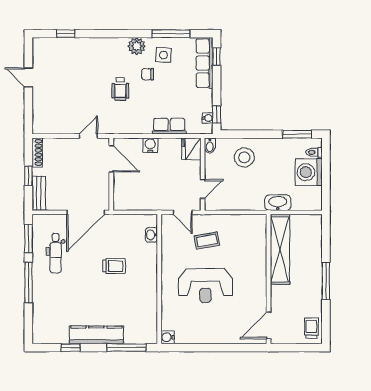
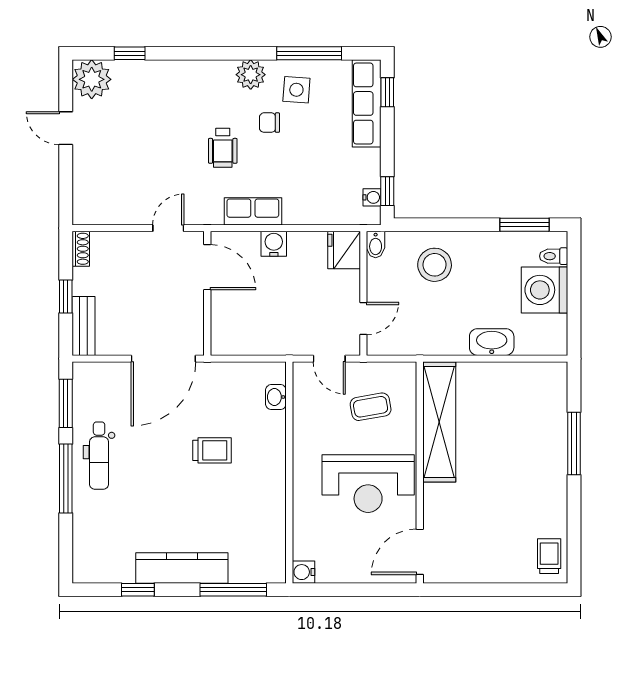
plant: (44, 49) -> (92, 79), added
row of seats: (169, 126) -> (253, 211), moved
shoe rack: (37, 152) -> (81, 249), width x0.70
shelving: (280, 249) -> (439, 422), moved
dental chair: (56, 253) -> (99, 456), moved
wall: (269, 279) -> (420, 472), moved
window: (326, 281) -> (574, 444), moved
door: (269, 325) -> (420, 552), moved

